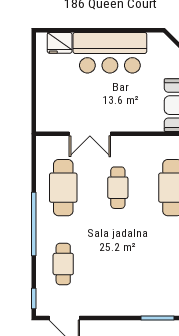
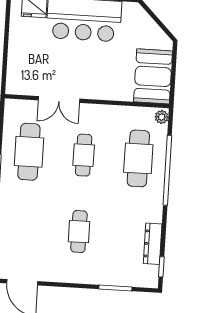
cafe table: (63, 264) -> (79, 232), moved

